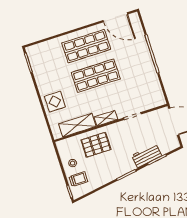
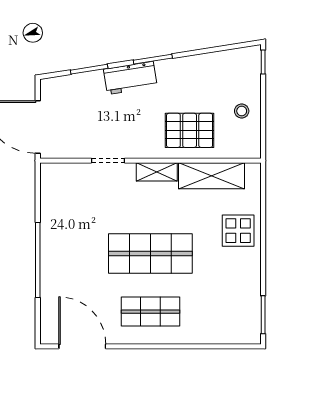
shop shelf: (86, 46) -> (150, 312), width x0.70, depth x0.74
workbench: (147, 156) -> (130, 78), moved
trolley: (78, 179) -> (241, 79), removed

